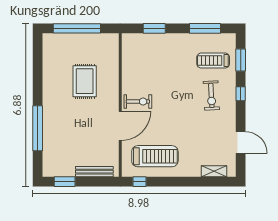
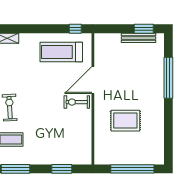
rug: (85, 81) -> (125, 121), turned 90
bench: (94, 172) -> (138, 38), moved

